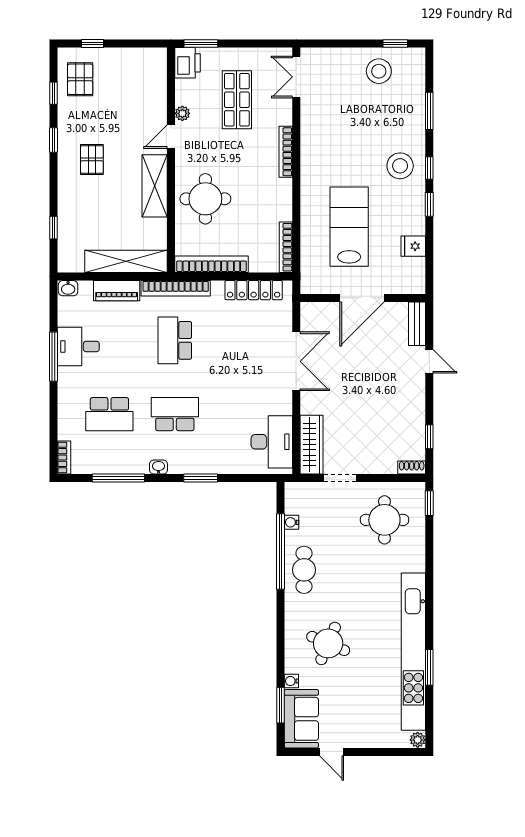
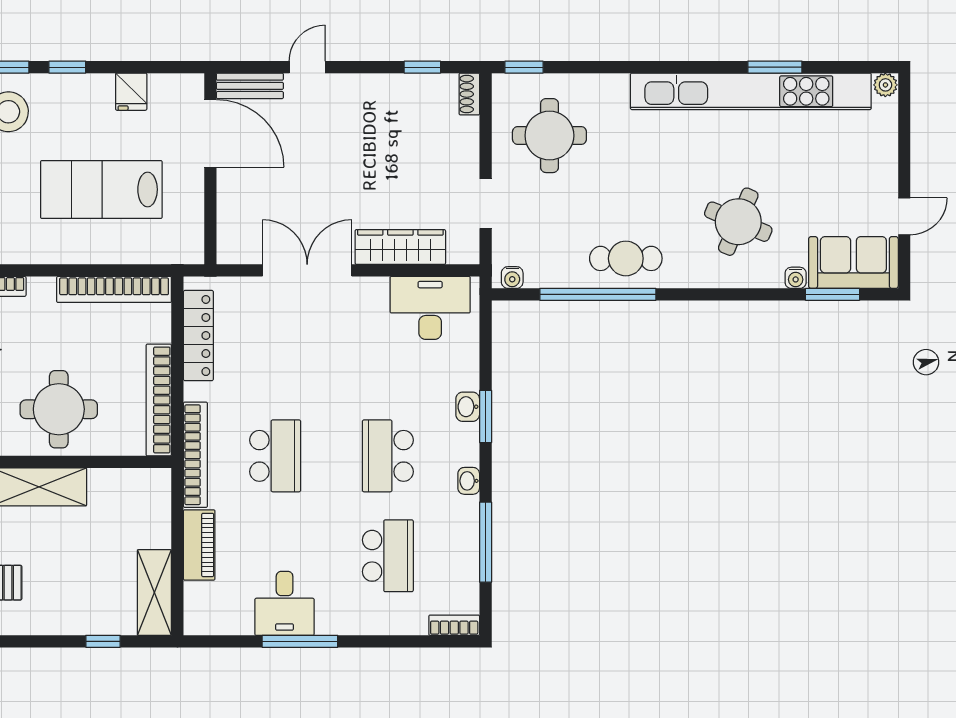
bookcase: (286, 247) -> (114, 289), width x1.48, depth x1.31
shelving: (126, 261) -> (154, 593), moved, width x0.68
washbasin: (68, 288) -> (468, 407), moved, turned 180
door: (362, 298) -> (210, 133), moved
school desk: (175, 340) -> (275, 456), turned -90
wardrobe: (312, 445) -> (400, 247), moved
water cooler: (292, 522) -> (512, 278), moved

